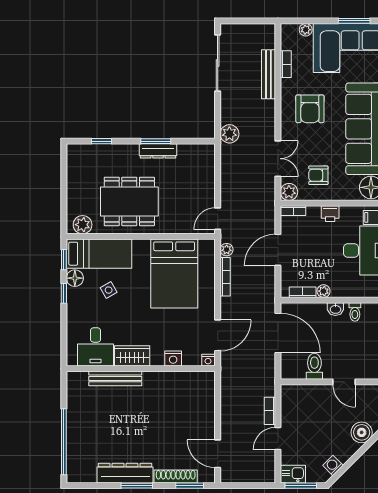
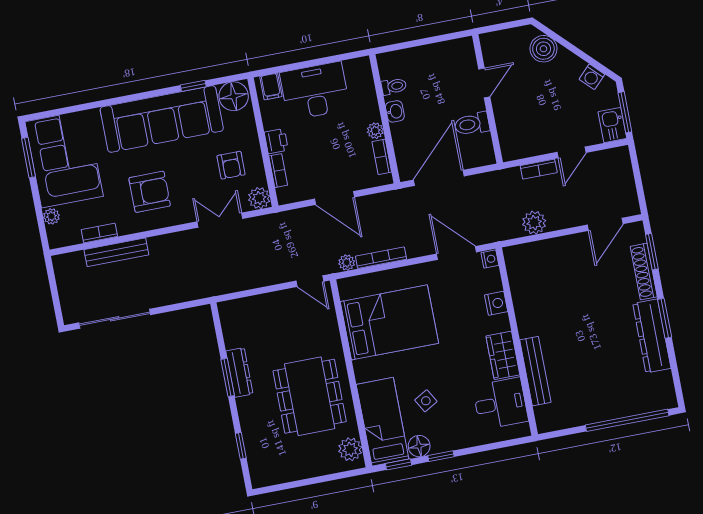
plant: (229, 134) -> (534, 223), moved
bookcase: (293, 211) -> (278, 171), moved
door: (278, 439) -> (571, 152), hinge flipped

